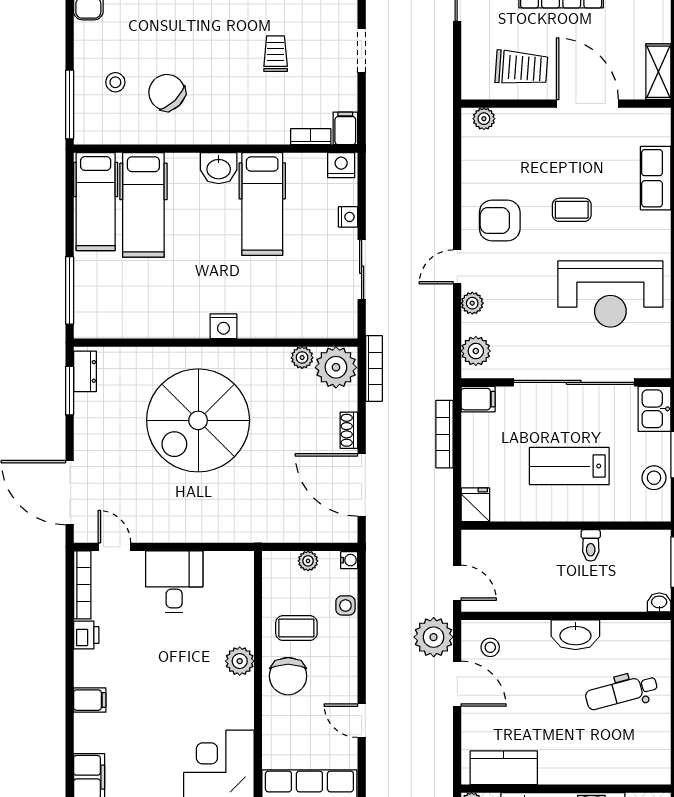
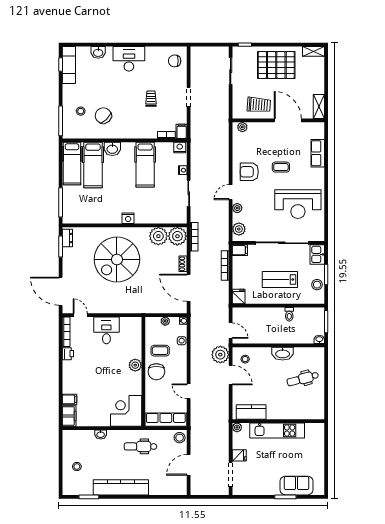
washbasin: (219, 168) -> (112, 149), moved
plant: (302, 358) -> (158, 236), width x1.87, depth x1.87
filing cabinet: (90, 700) -> (69, 399), moved

